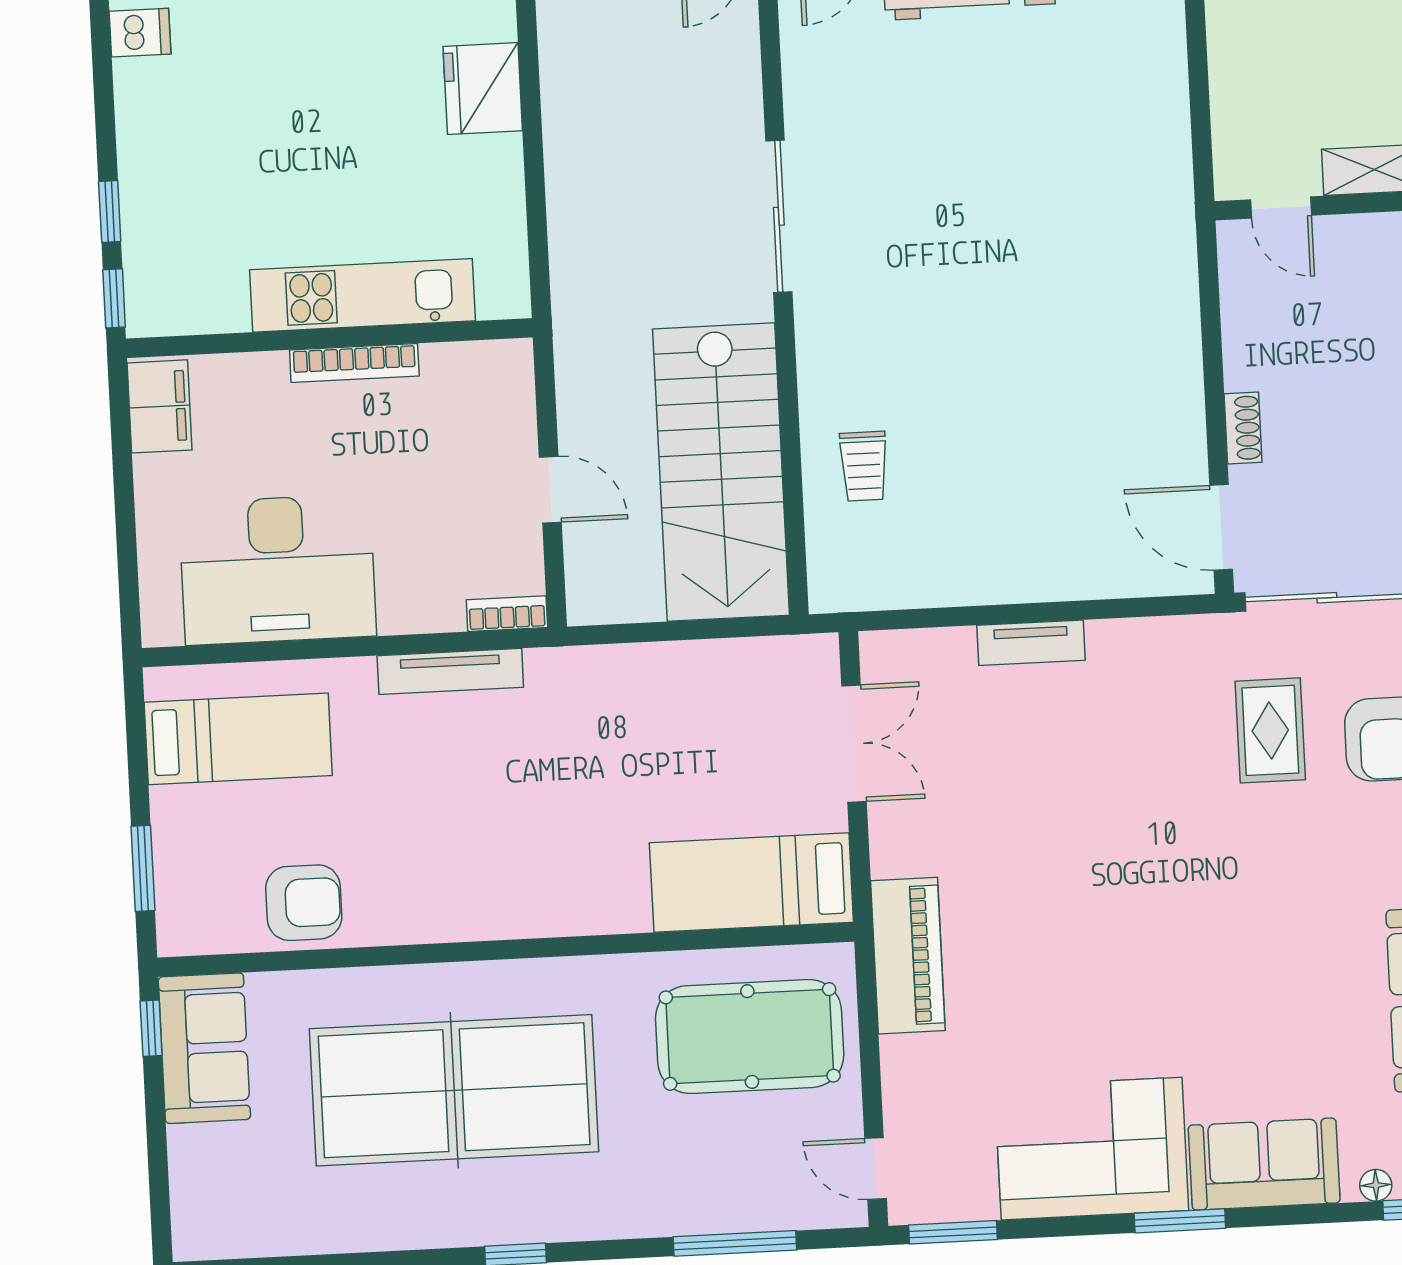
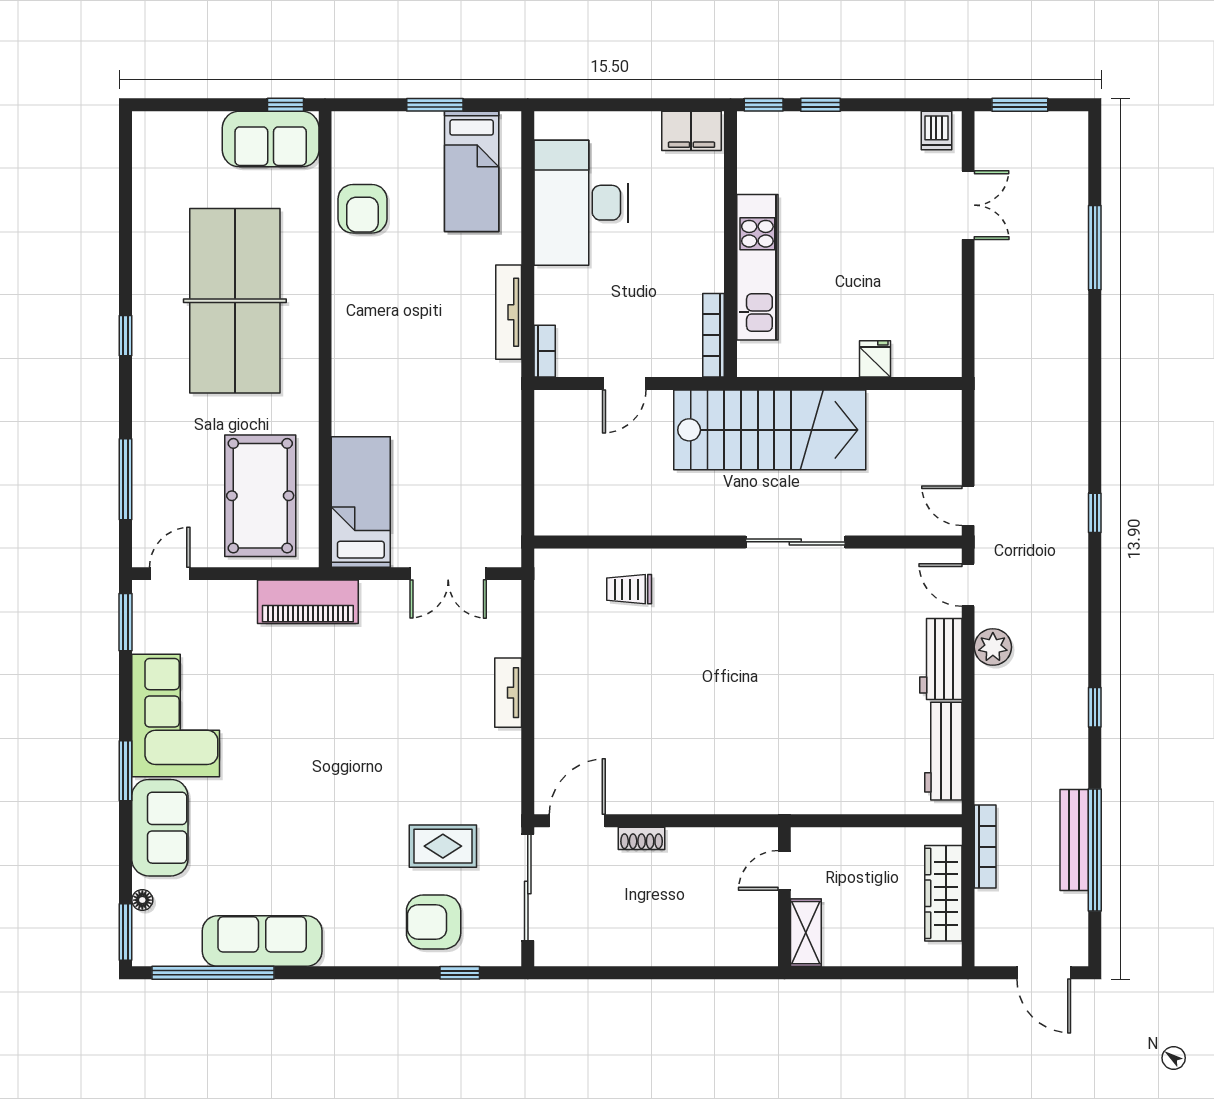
fridge: (483, 89) -> (875, 359), width x0.53, depth x0.75
bookcase: (354, 363) -> (713, 335), moved
stairs: (721, 472) -> (770, 430), moved, turned 180
window: (143, 868) -> (435, 105), moved

